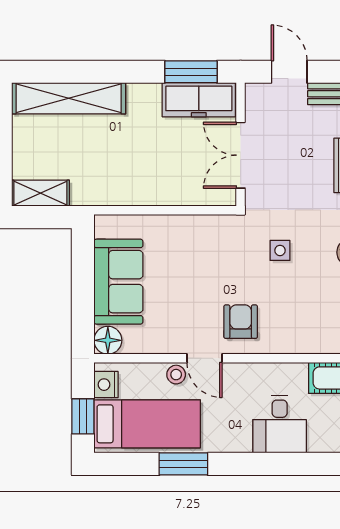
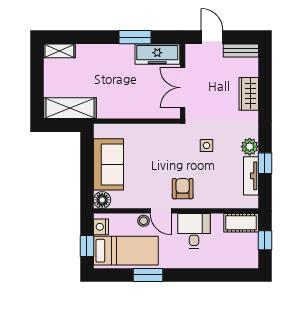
window: (191, 72) -> (135, 37), moved
shelving: (69, 98) -> (59, 51), width x0.45, depth x0.75
shelving: (40, 193) -> (70, 108), width x1.50, depth x1.33
desk: (280, 424) -> (194, 231), moved, turned 180

